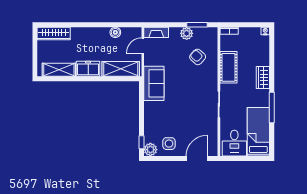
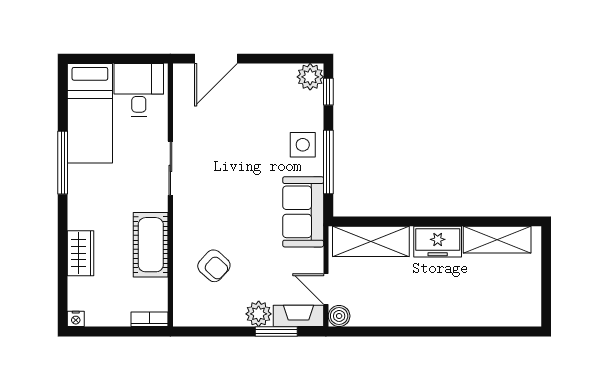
window: (197, 25) -> (276, 331), moved
boiler: (115, 32) -> (339, 316), moved
wardrobe: (54, 33) -> (508, 314), removed
plant: (187, 33) -> (259, 314), moved
door: (143, 46) -> (326, 289), swing flipped
wardrobe: (263, 77) -> (81, 253), moved
window: (142, 108) -> (328, 162), added
side table: (169, 144) -> (303, 145), moved

